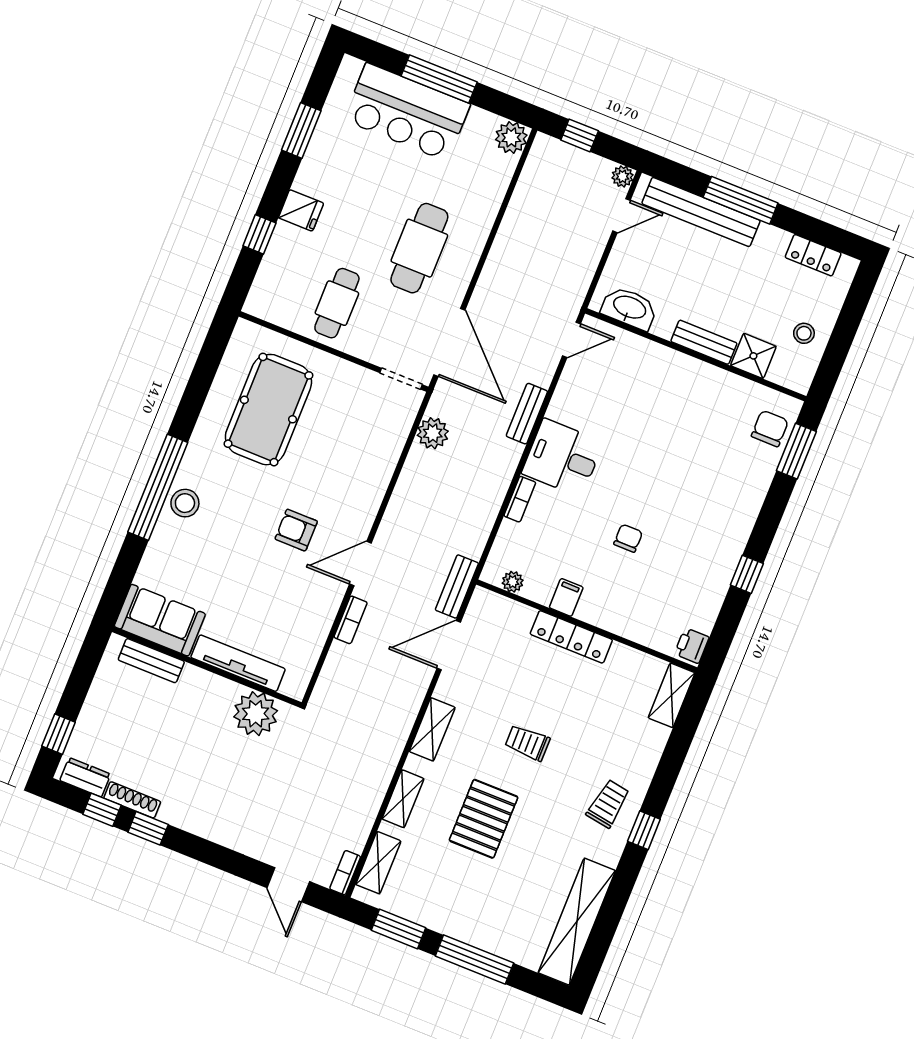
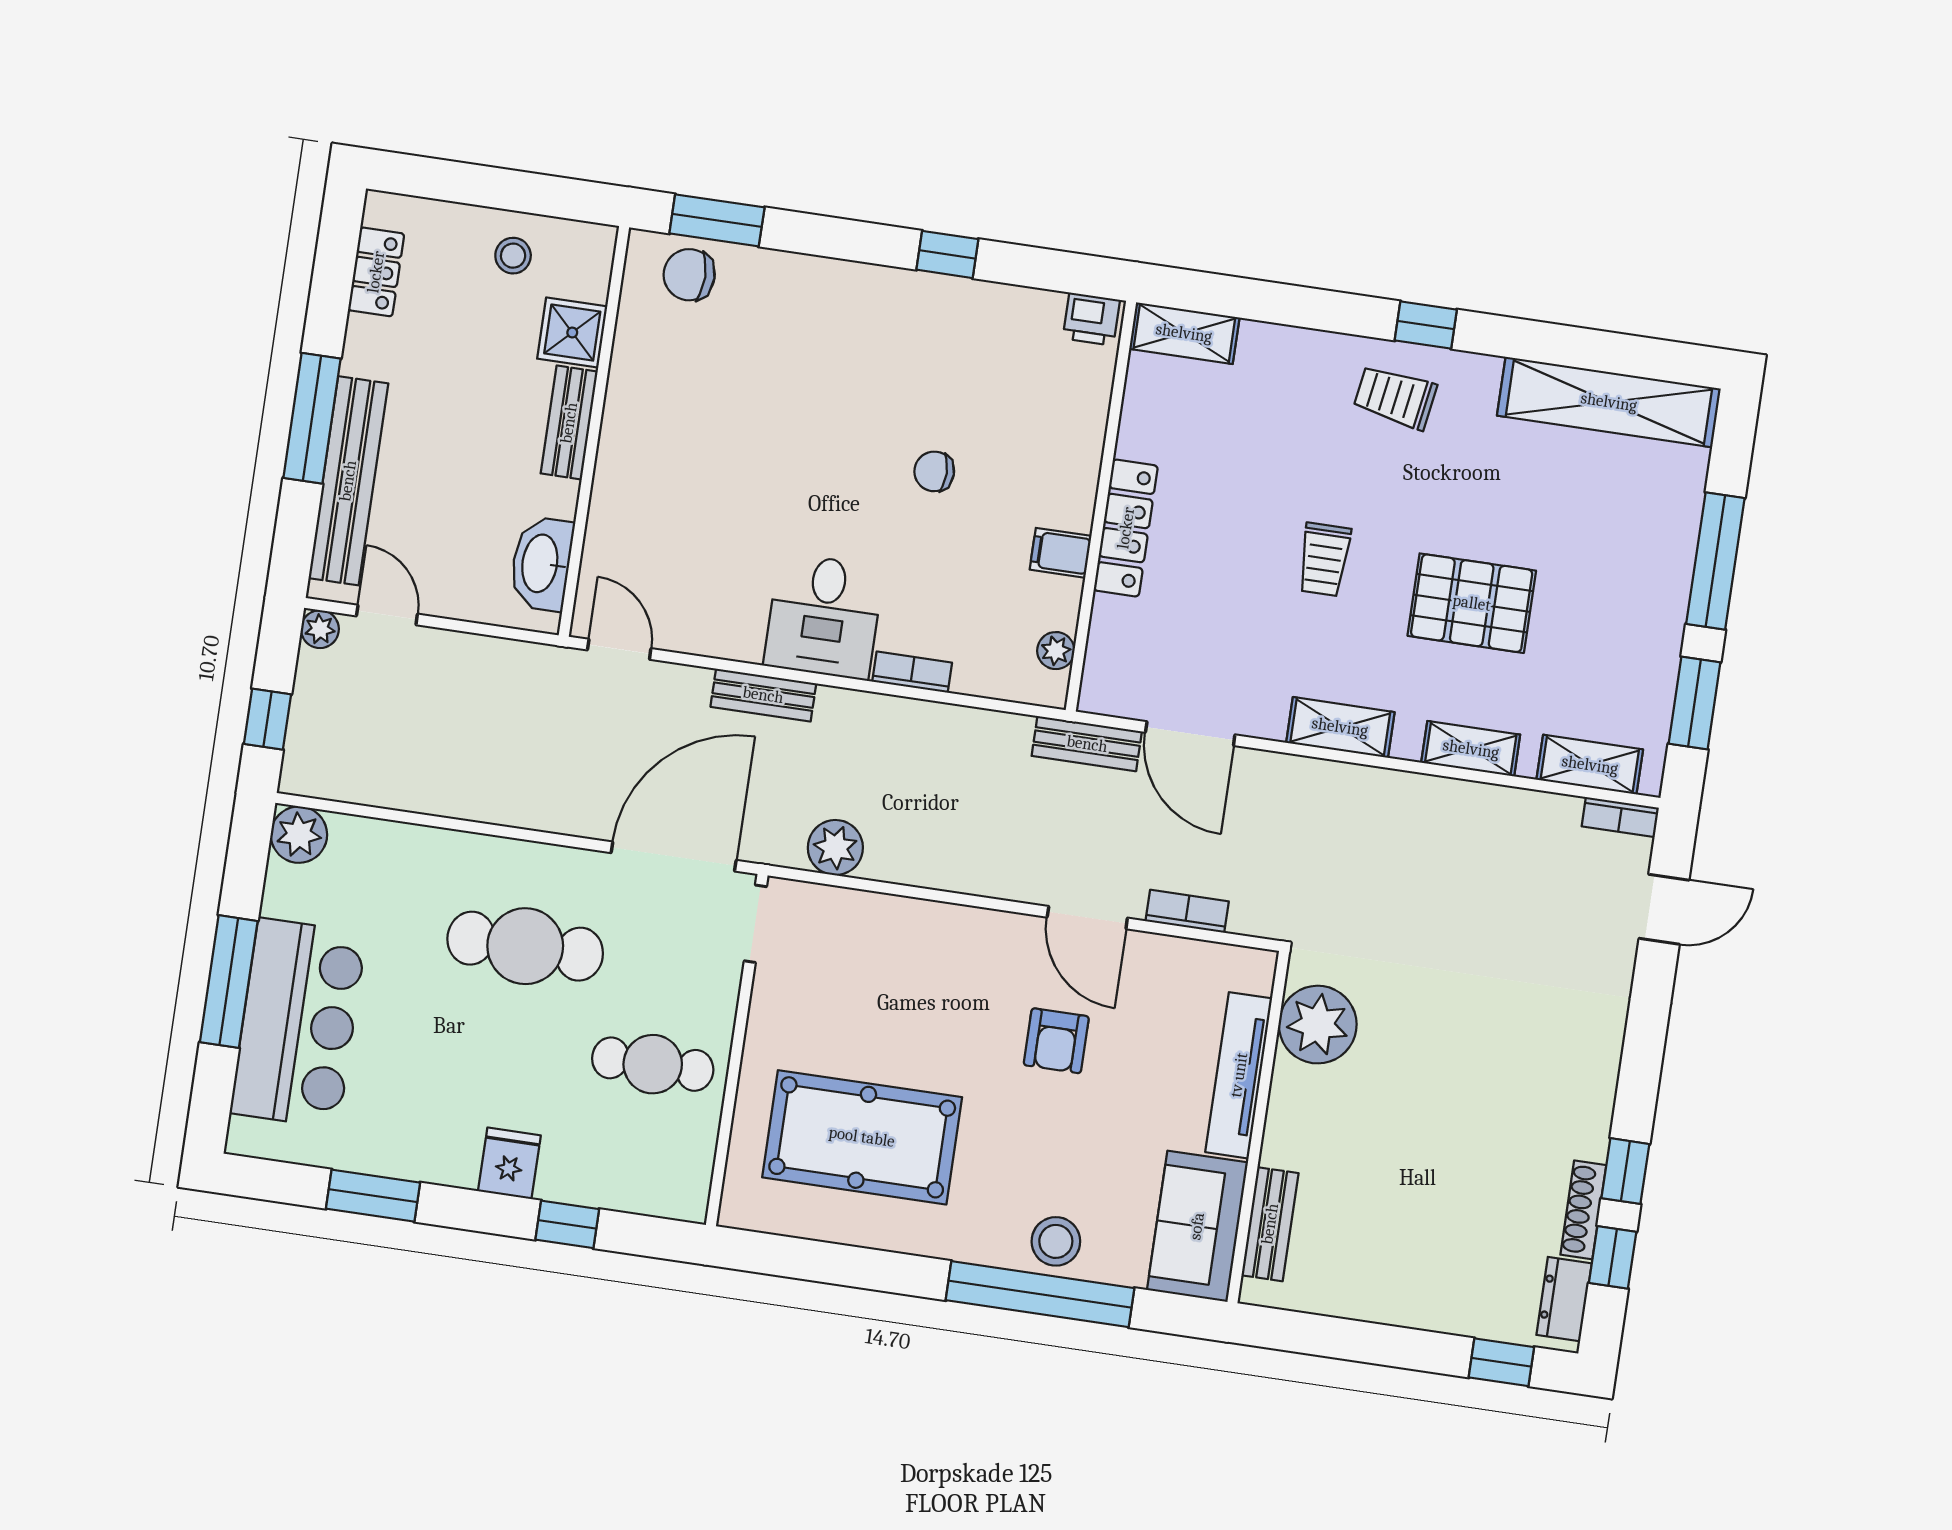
sofa: (160, 620) -> (1197, 1226), moved
bench: (151, 661) -> (1270, 1224), moved
tv unit: (238, 663) -> (1239, 1075), moved
wall: (207, 667) -> (1258, 1127), moved
plant: (256, 714) -> (1318, 1025), moved

